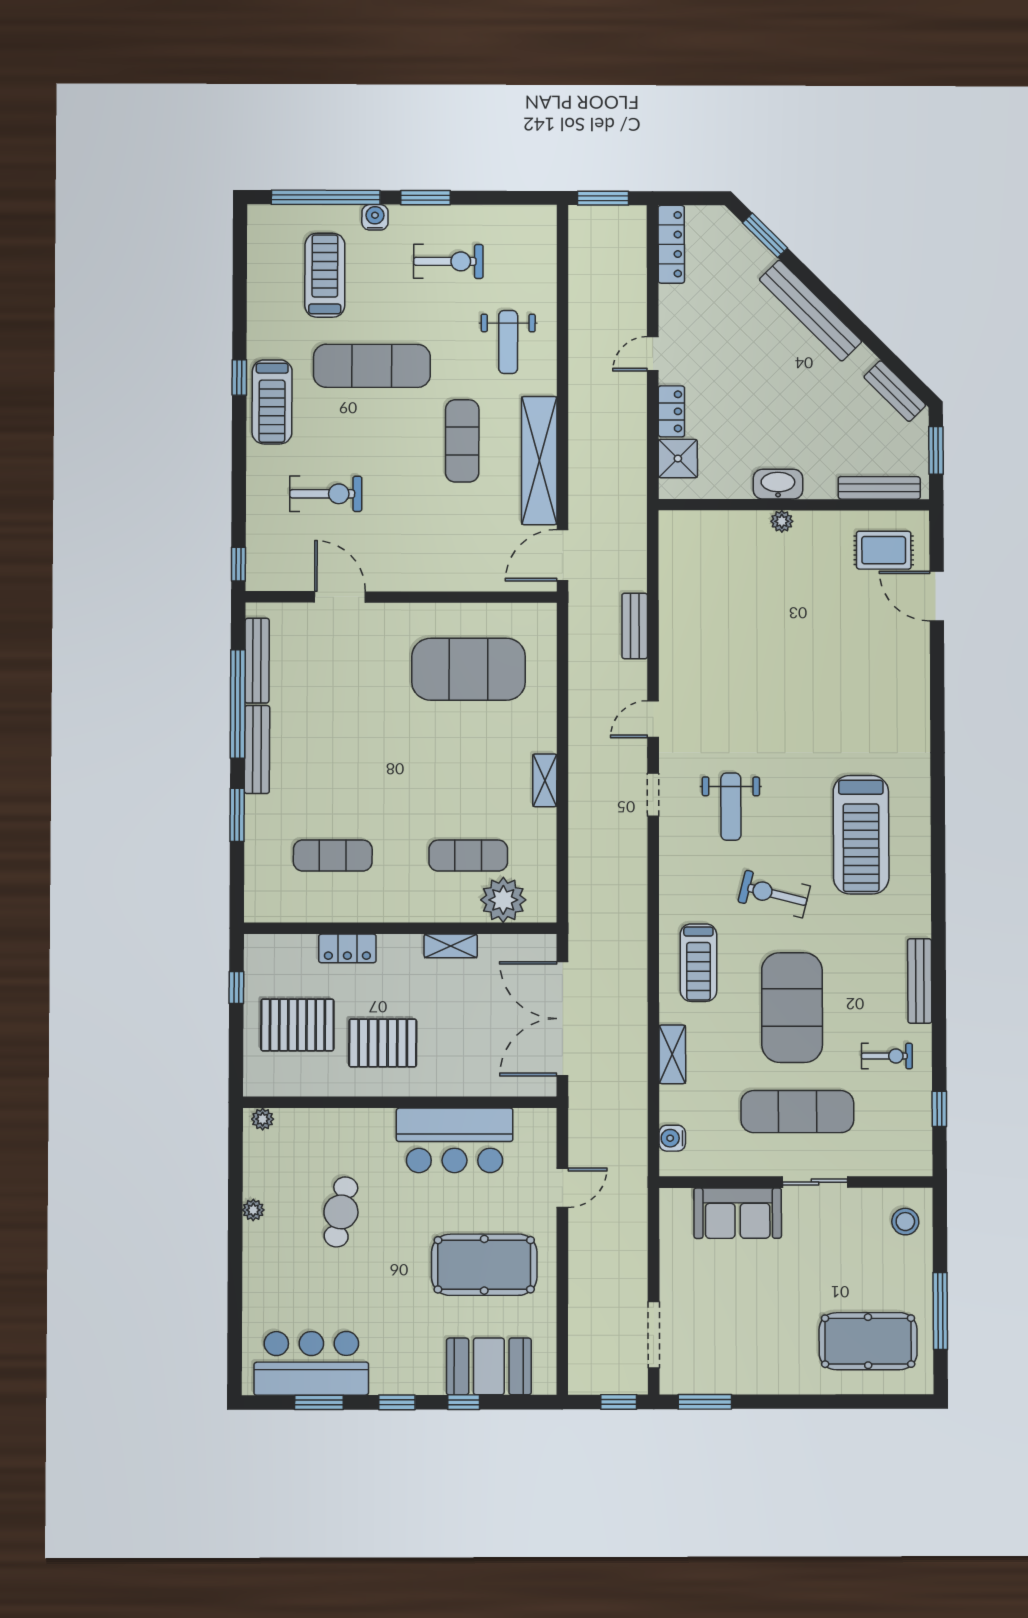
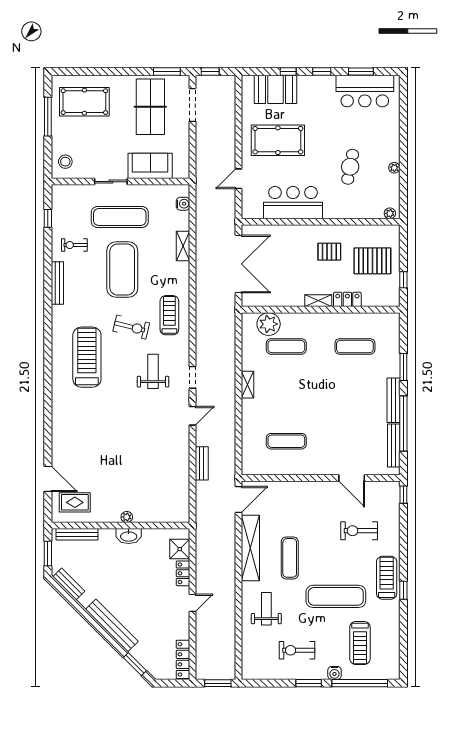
exercise mat: (469, 669) -> (286, 441), width x0.50, depth x0.69
shelving: (451, 946) -> (318, 301), moved
treadmill: (698, 963) -> (169, 315), moved
pallet: (383, 1043) -> (329, 252), width x0.67, depth x0.71
table tennis table: (737, 1331) -> (150, 107), added

